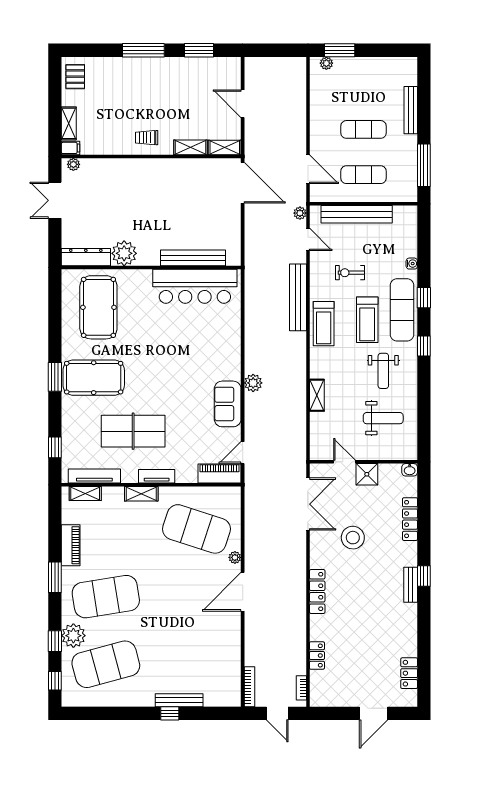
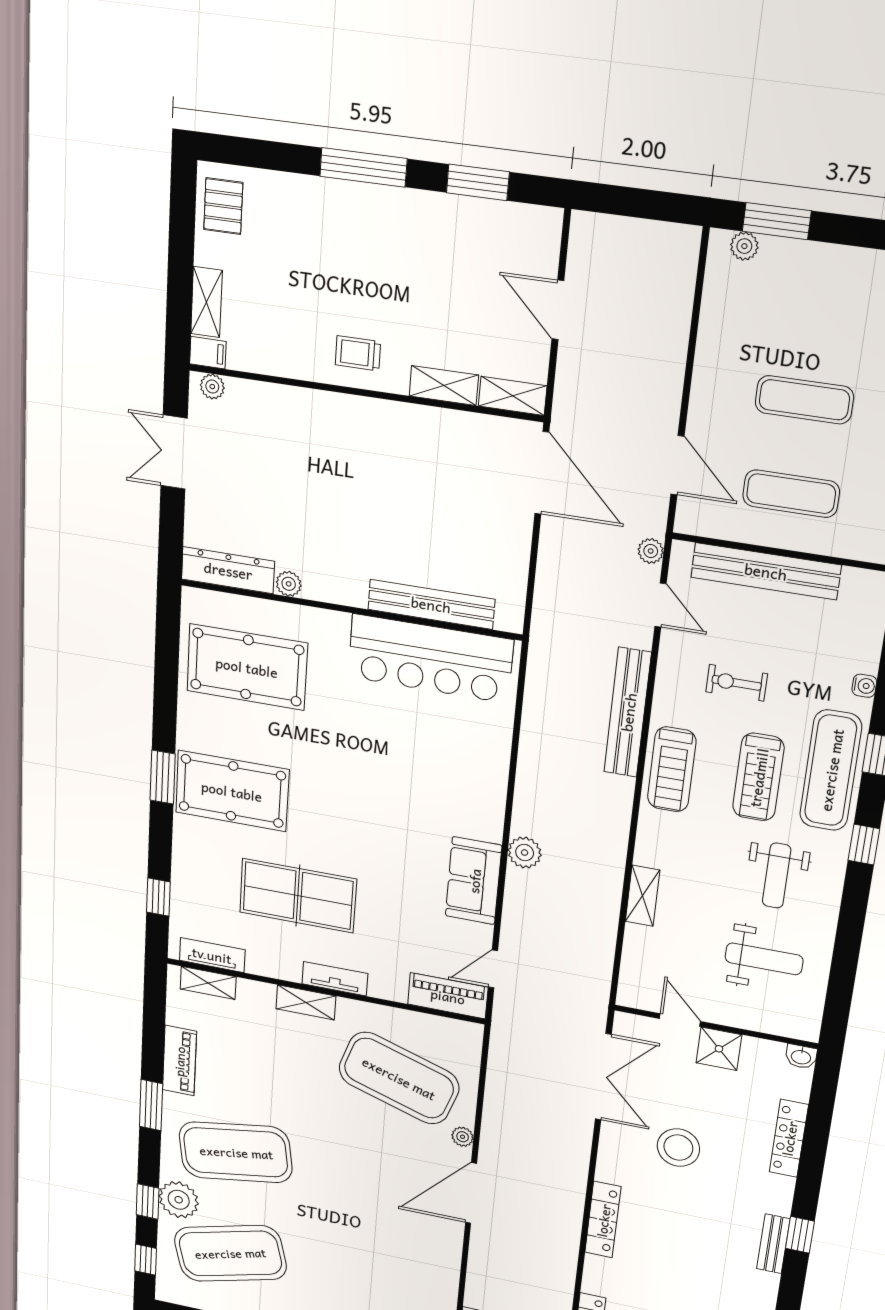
plant: (124, 253) -> (289, 584), width x0.53, depth x0.53
pool table: (98, 307) -> (247, 667), turned 90
tv unit: (94, 476) -> (212, 955), width x0.71

